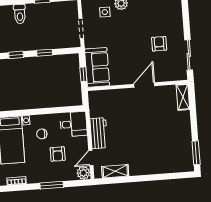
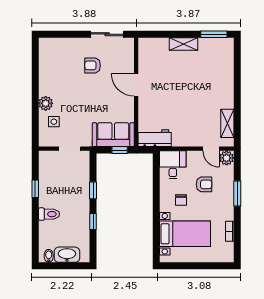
shelving: (183, 97) -> (184, 44), moved
workbench: (99, 133) -> (155, 138), moved

